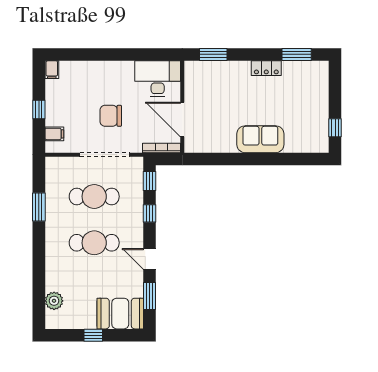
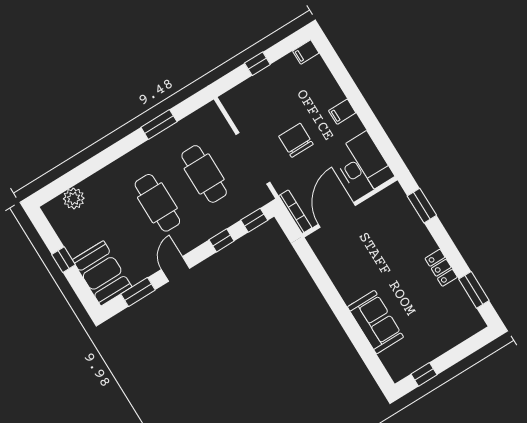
filing cabinet: (54, 134) -> (342, 112), moved, turned 90
sofa: (260, 139) -> (375, 322), moved

